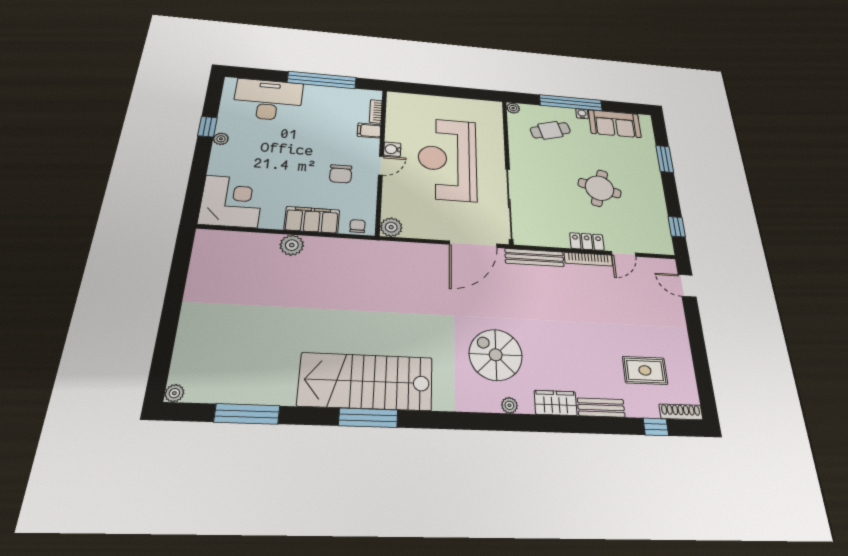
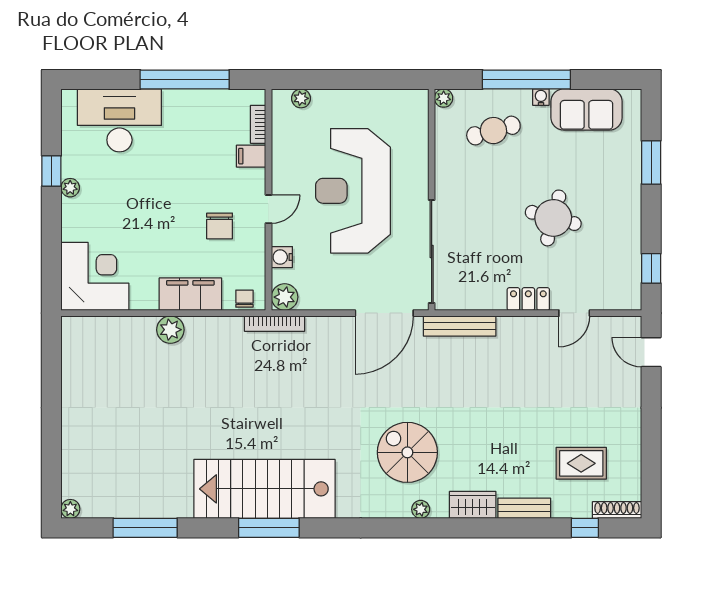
plant: (409, 99) -> (301, 98), added
water cooler: (392, 149) -> (282, 257), moved
bookcase: (588, 259) -> (275, 324), moved

